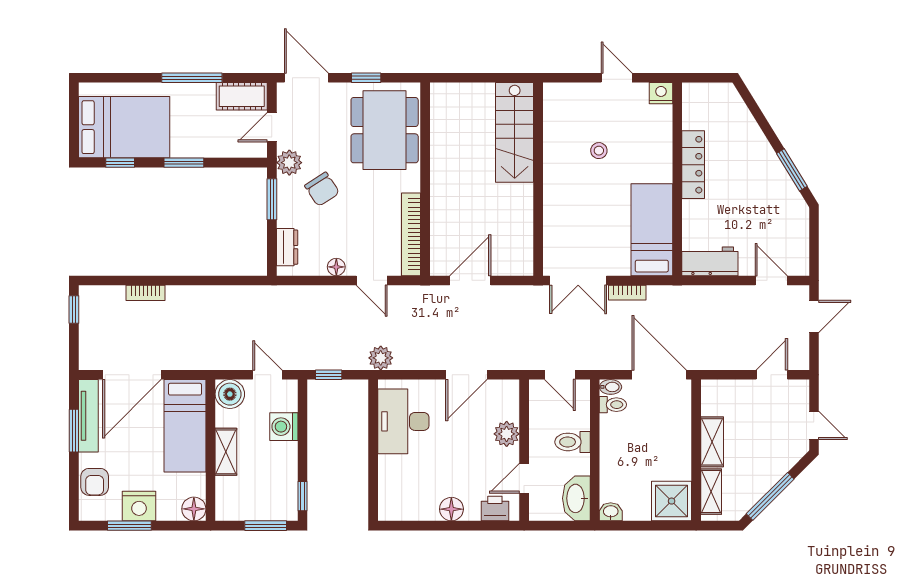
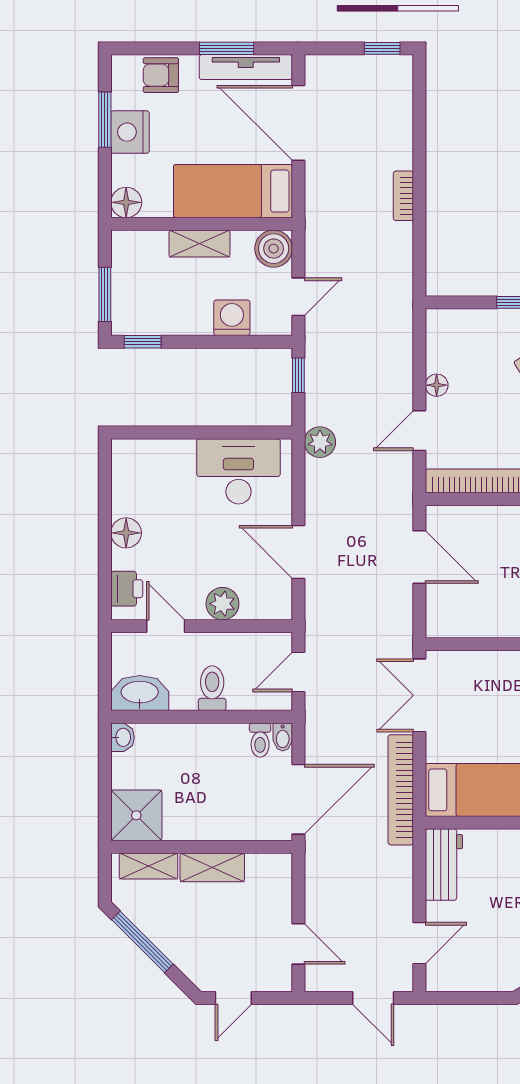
dresser: (287, 247) -> (462, 322), removed
bookcase: (145, 293) -> (403, 196), moved
bookcase: (627, 293) -> (401, 790), width x2.31, depth x1.31

